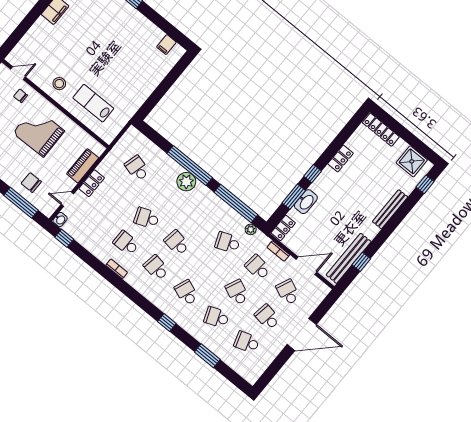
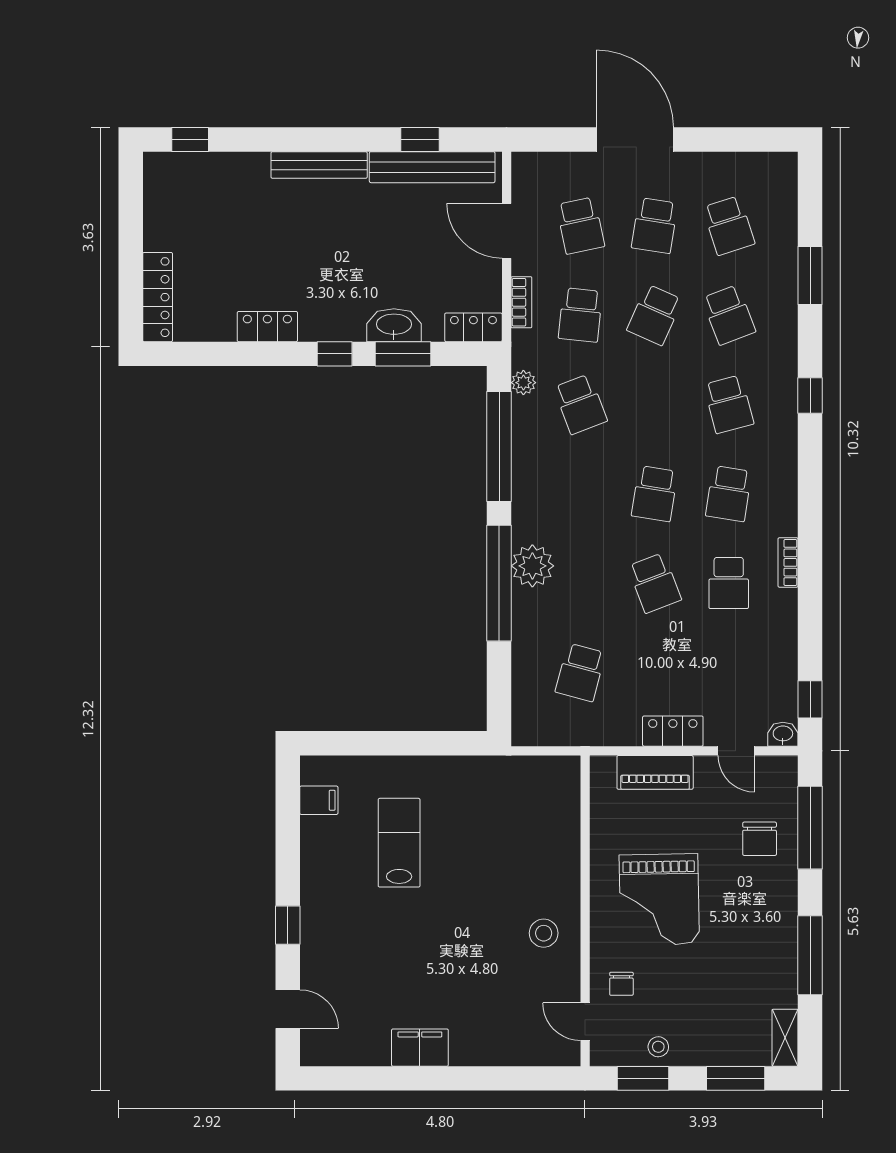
lab bench: (93, 103) -> (399, 843), moved, turned 180
shower: (412, 161) -> (169, 196), removed
bench: (390, 209) -> (319, 165), moved
school desk: (288, 292) -> (580, 226), turned -36
school desk: (186, 293) -> (729, 404), turned -36

